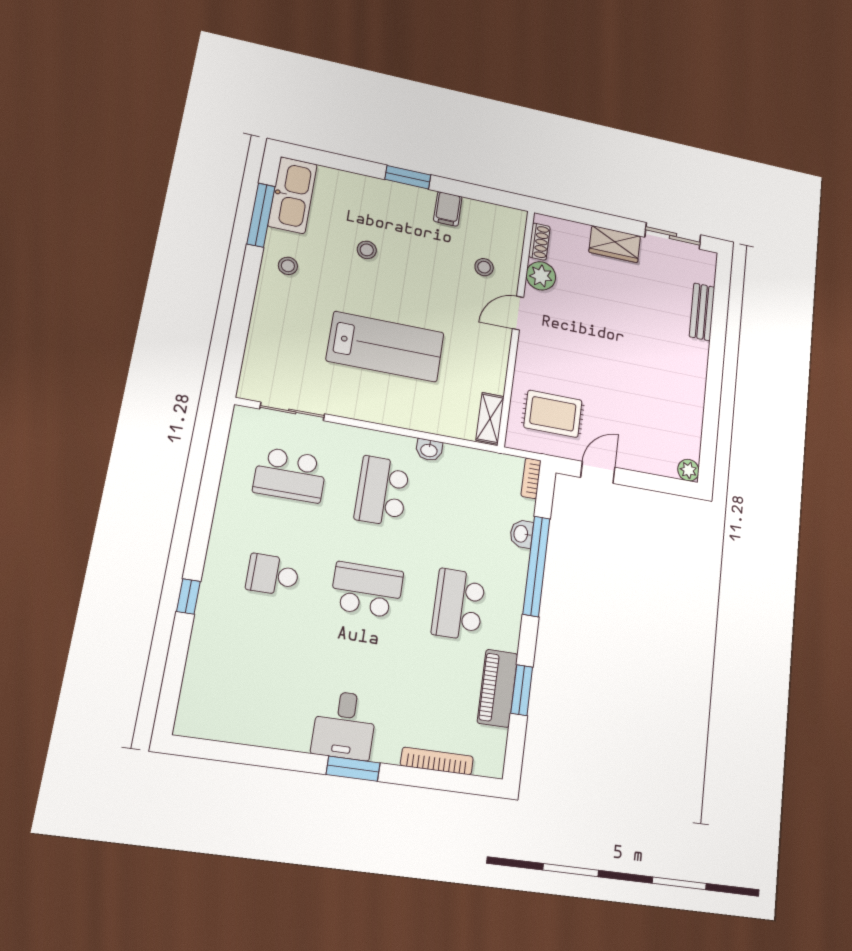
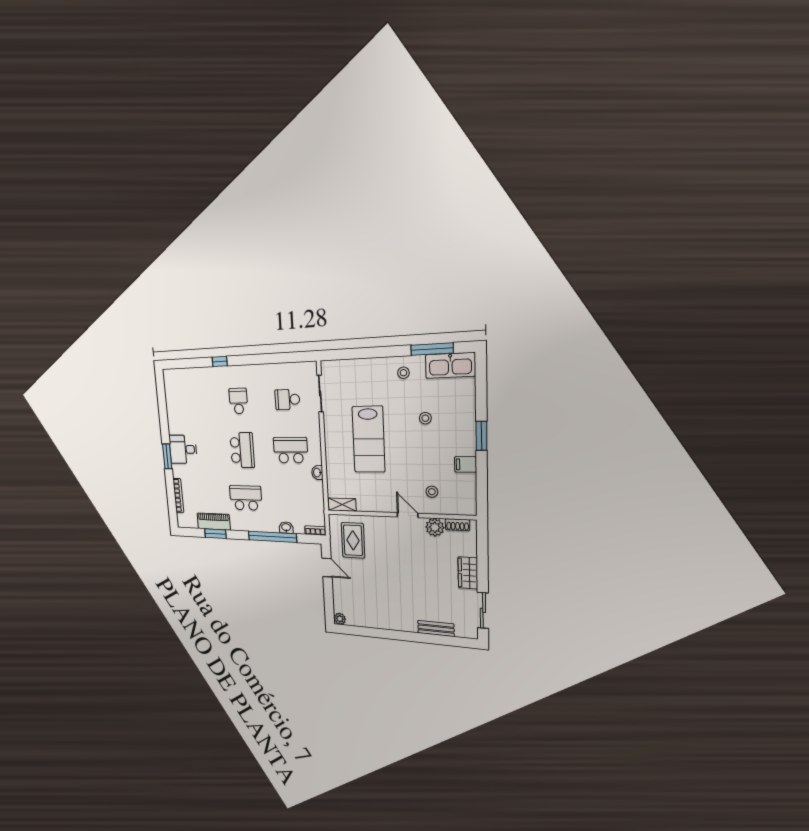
school desk: (290, 475) -> (287, 399), width x0.54

